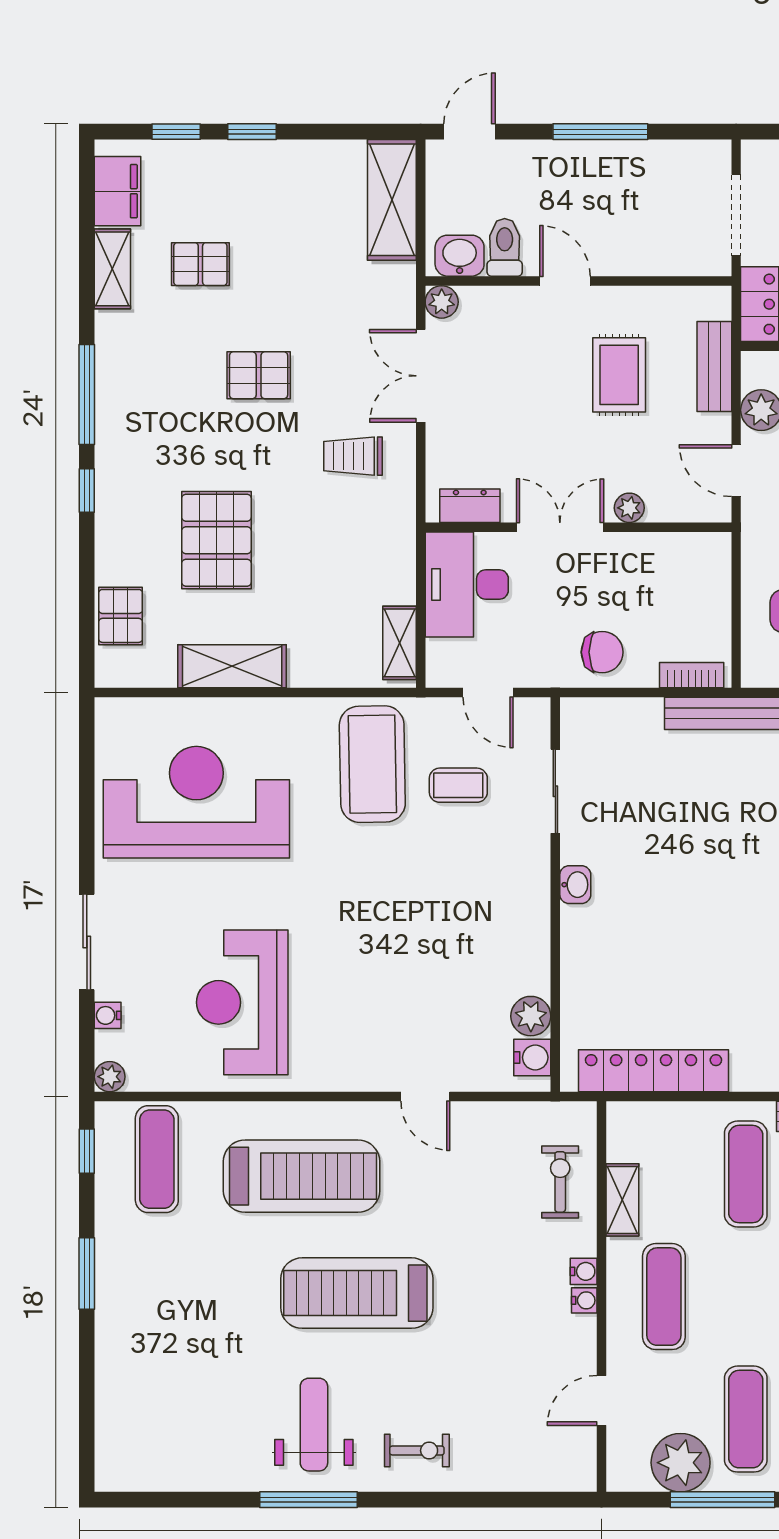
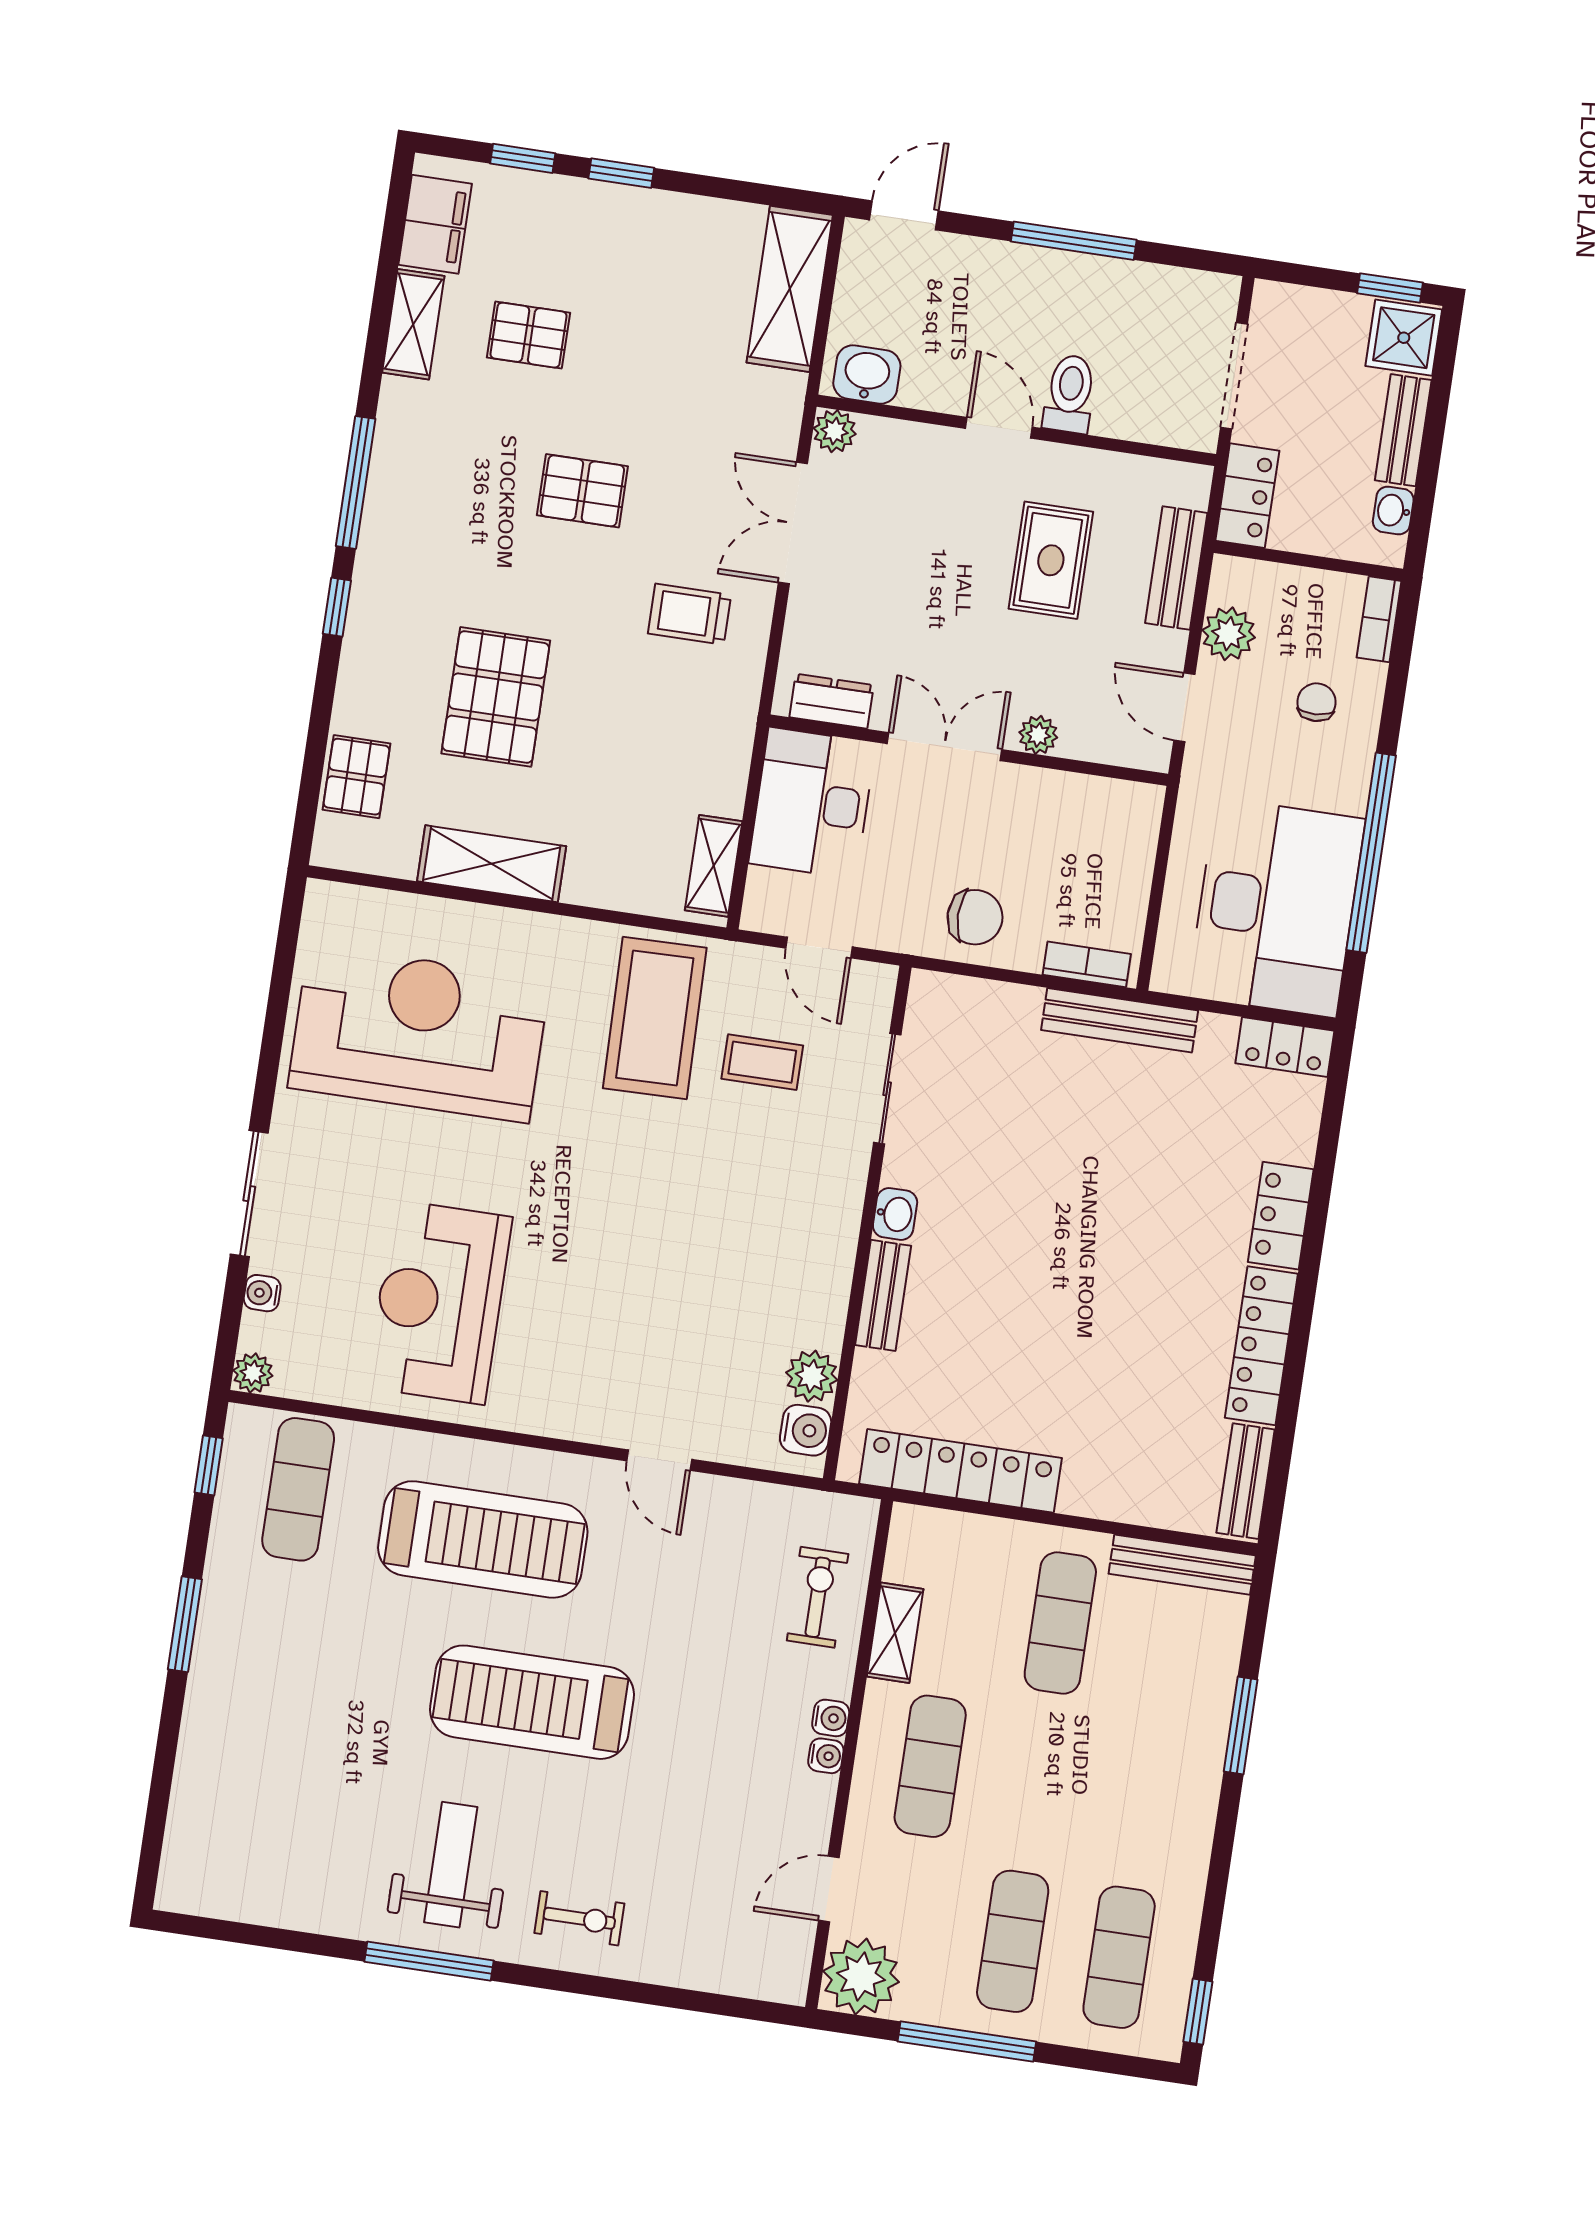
toilet: (505, 247) -> (1070, 394), moved
bench: (575, 947) -> (883, 1295), added
plant: (681, 1463) -> (861, 1977), moved

